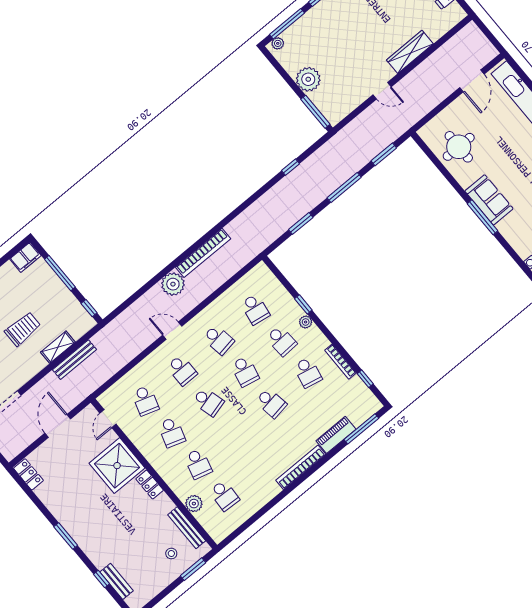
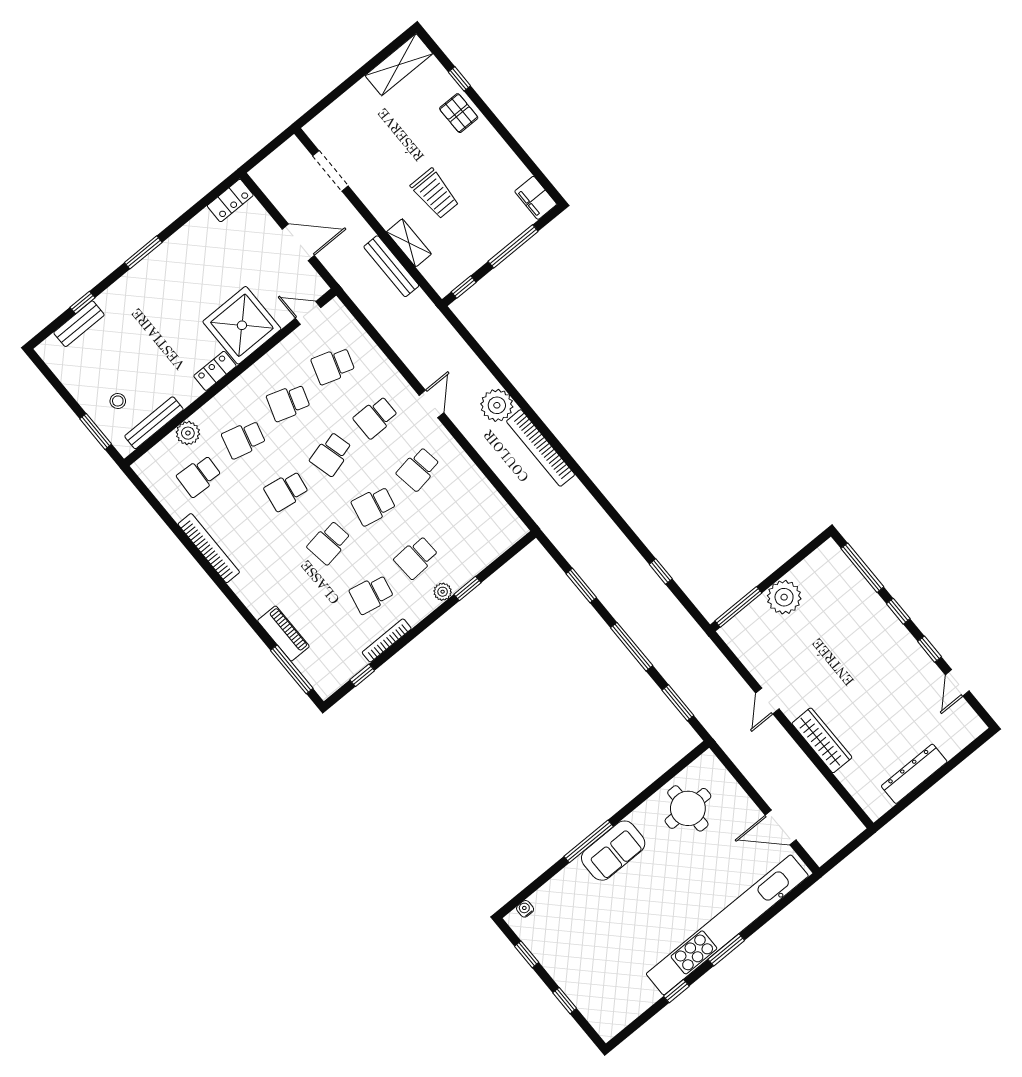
plant: (278, 43) -> (835, 555), removed
school desk: (255, 309) -> (286, 491), moved
bookcase: (301, 467) -> (209, 548), moved

